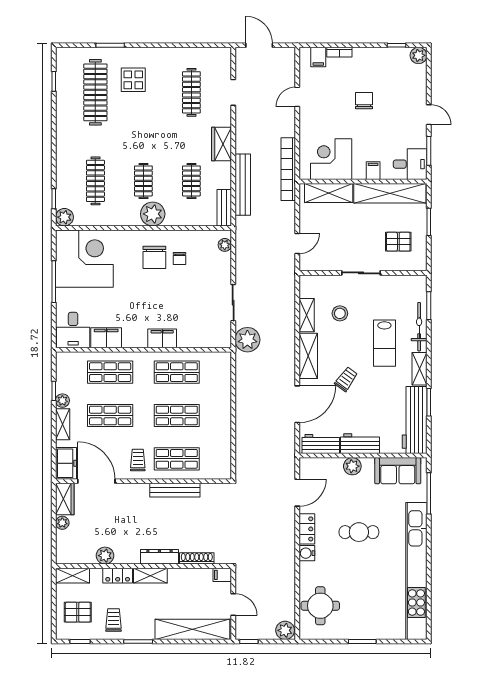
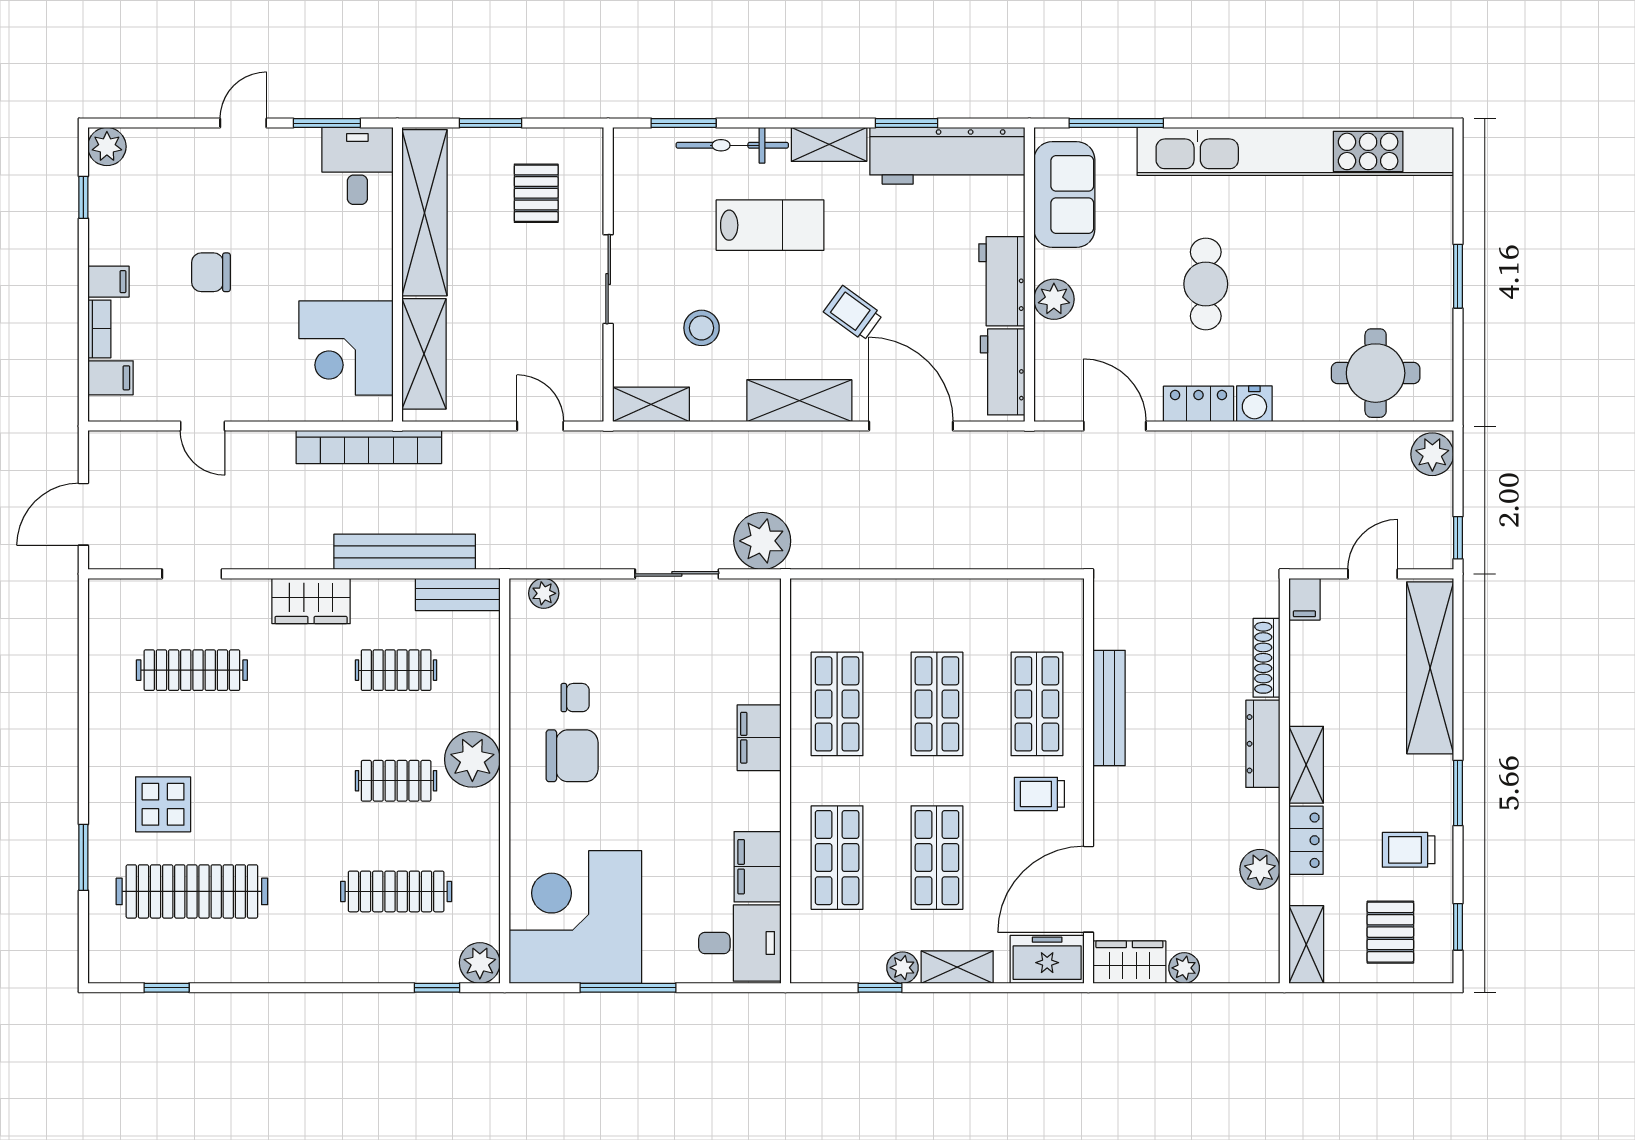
filing cabinet: (373, 171) -> (108, 282), moved, turned 180
shelving: (307, 315) -> (651, 404), moved

